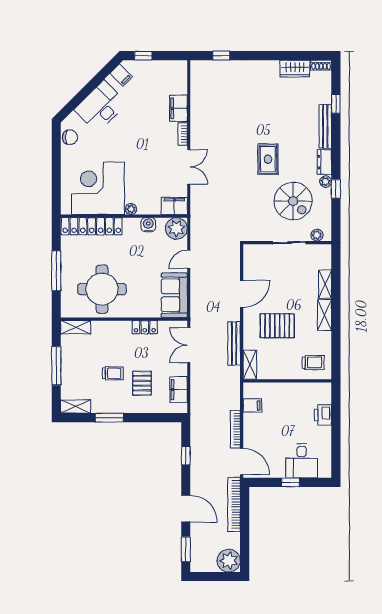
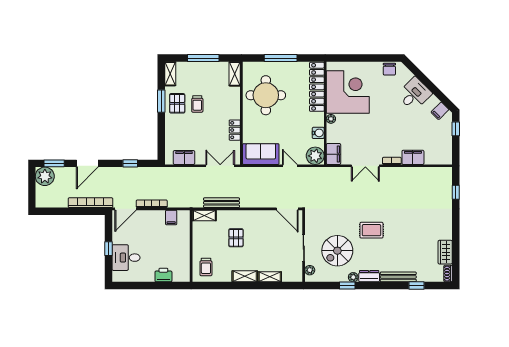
desk: (101, 107) -> (414, 94), width x0.73
door: (242, 294) -> (287, 209), moved
pallet: (277, 326) -> (236, 238), width x0.67, depth x0.71
pallet: (142, 383) -> (177, 103), moved, turned 90
plant: (229, 561) -> (45, 176), moved

